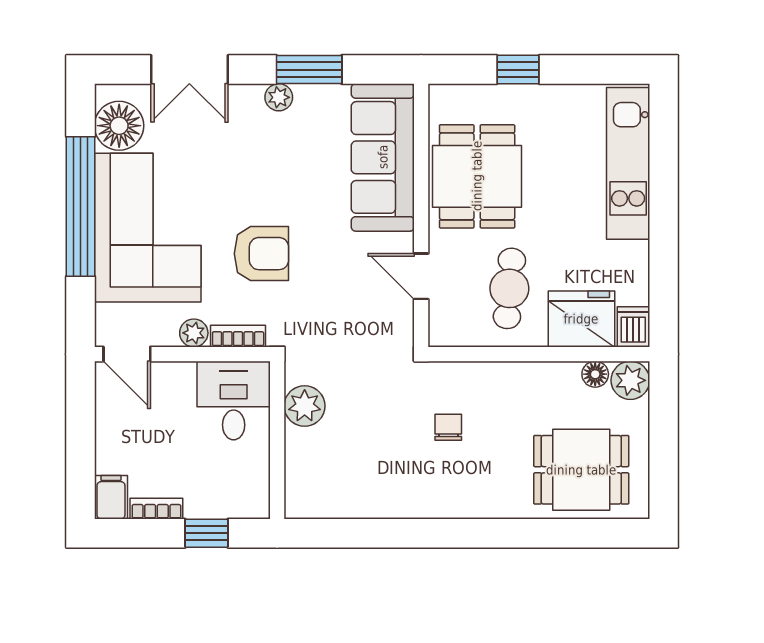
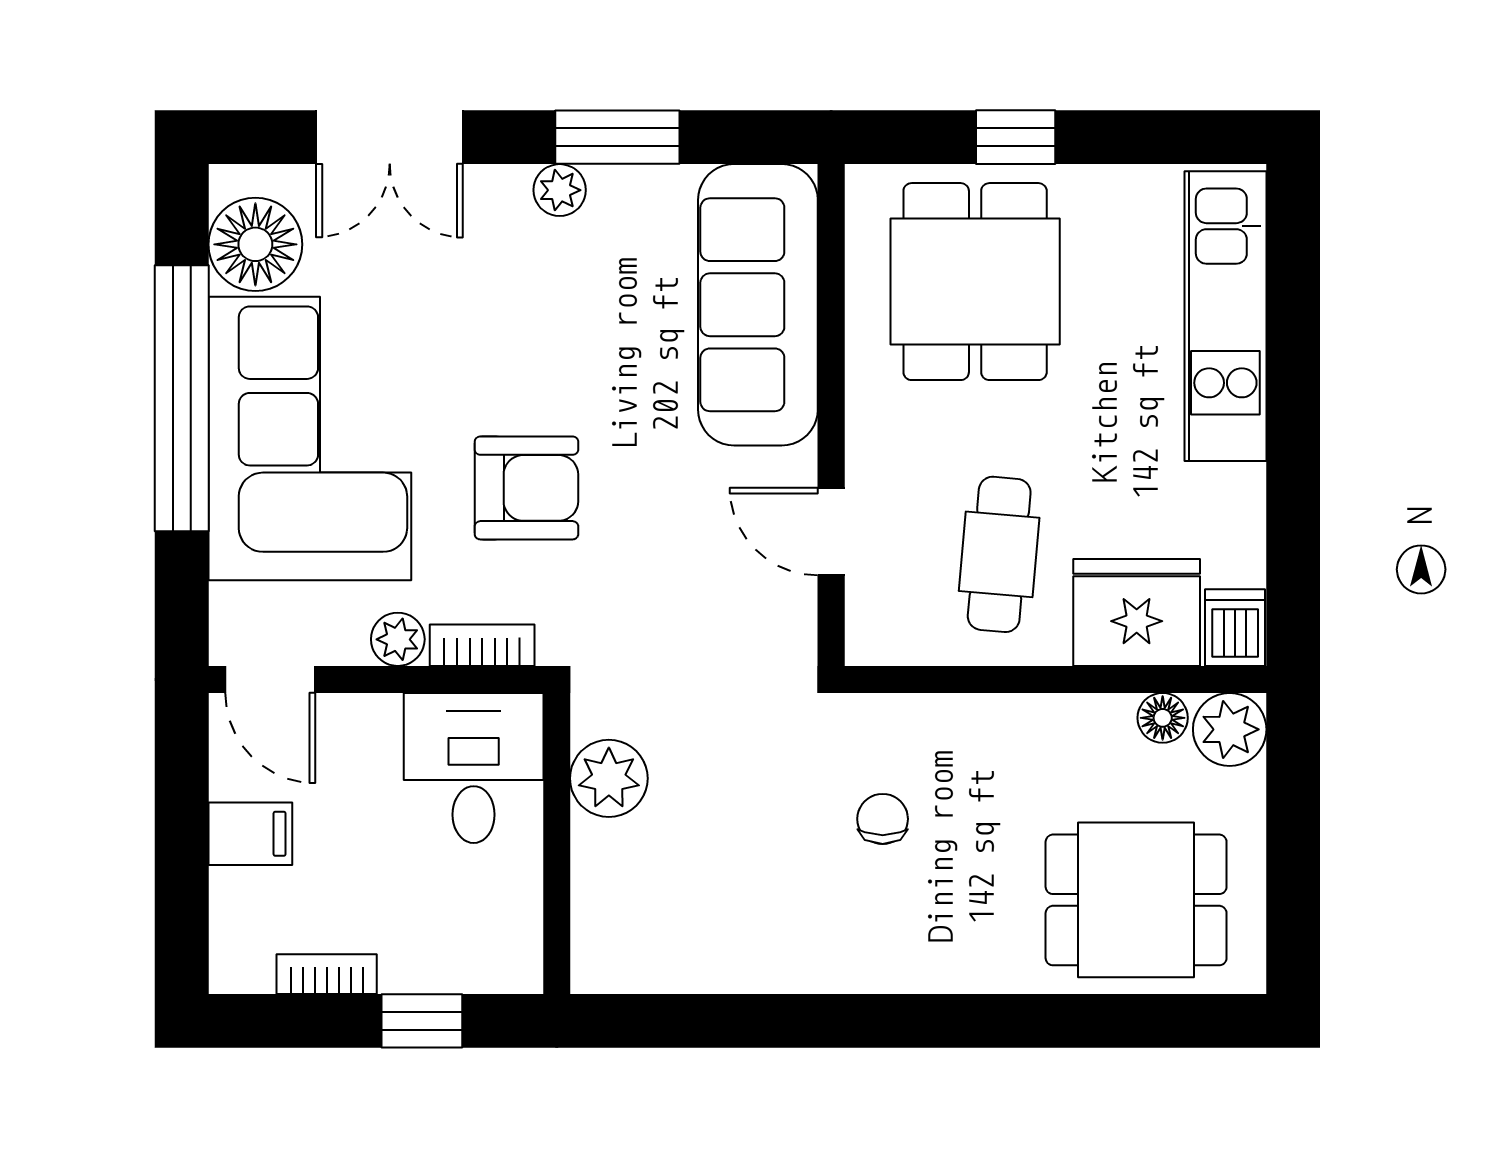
dining table: (477, 176) -> (975, 282), moved
filing cabinet: (111, 497) -> (250, 834), moved, turned 90

